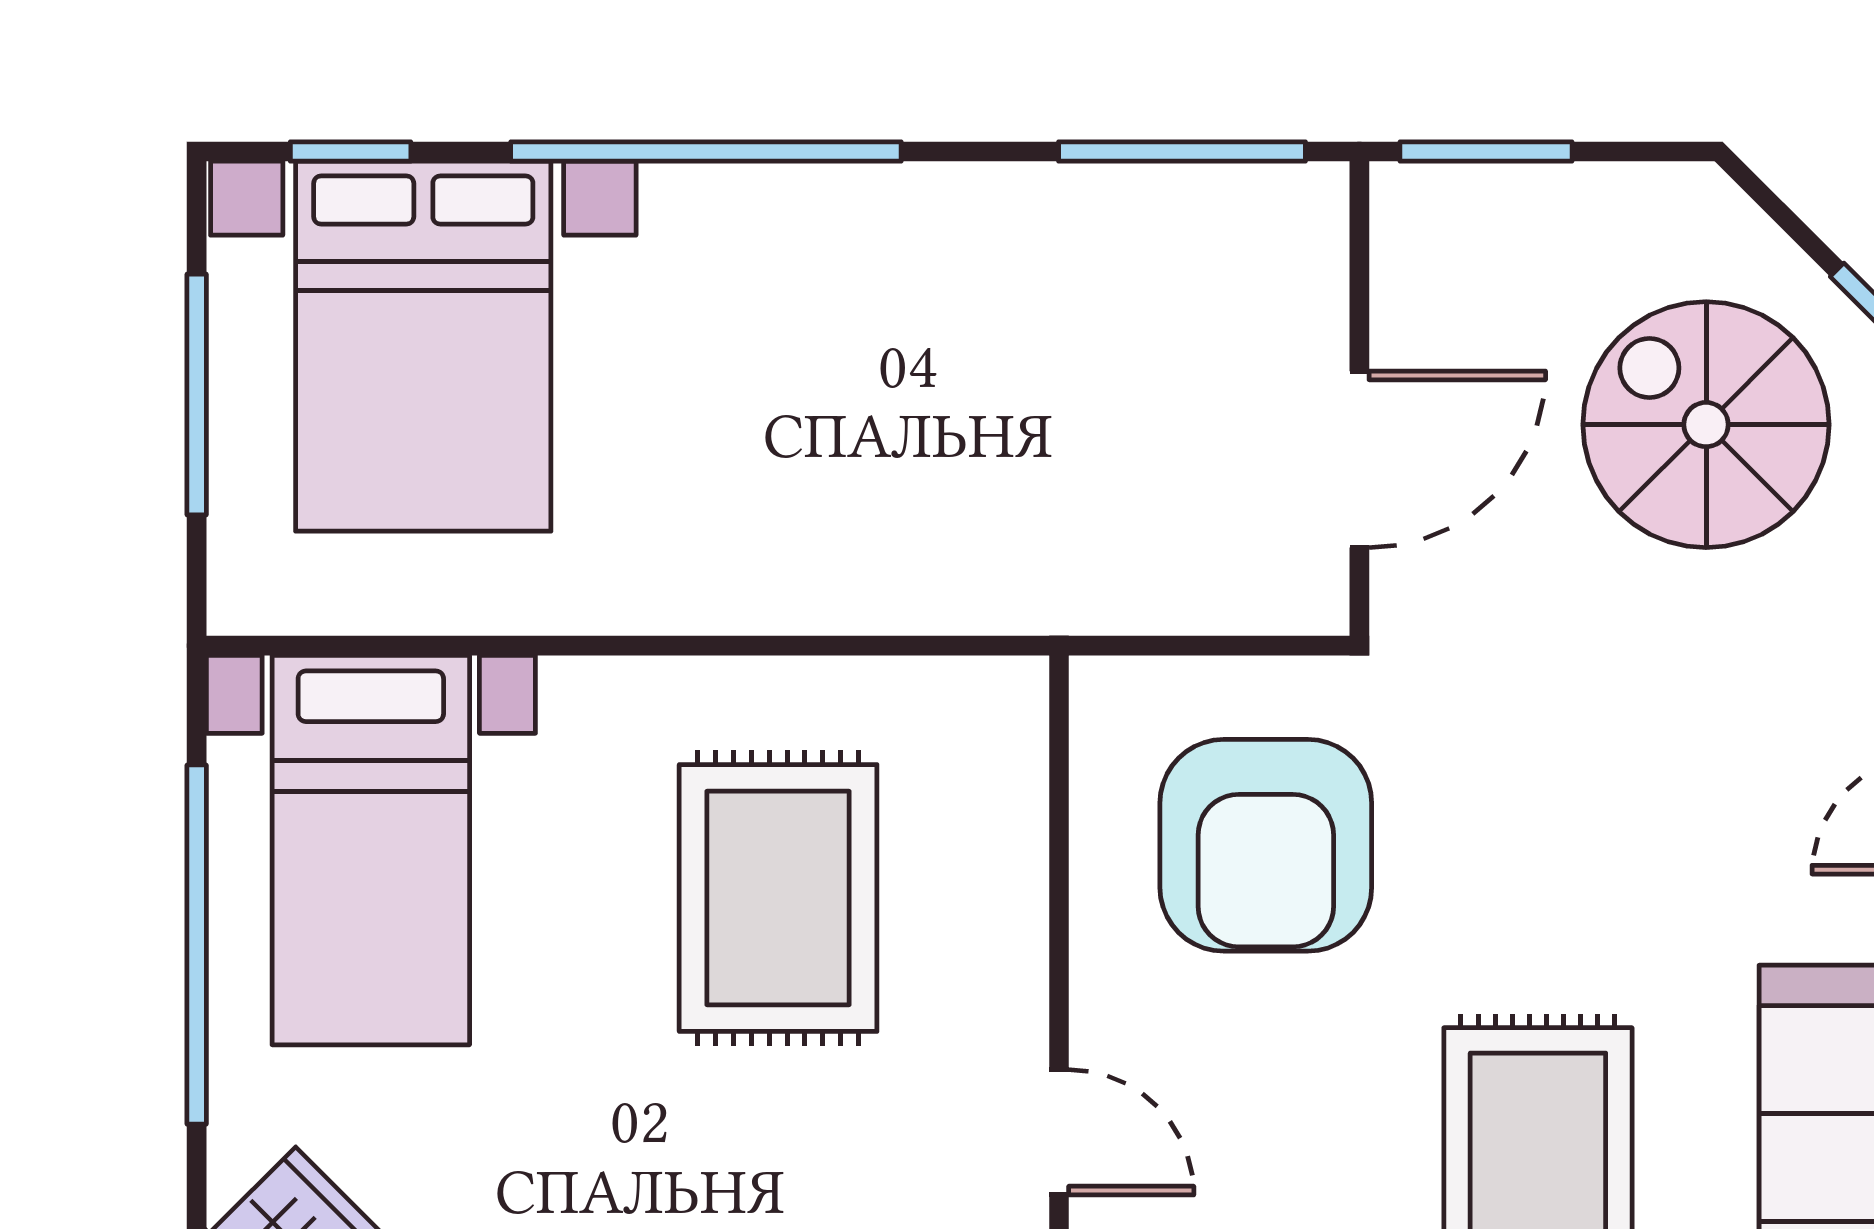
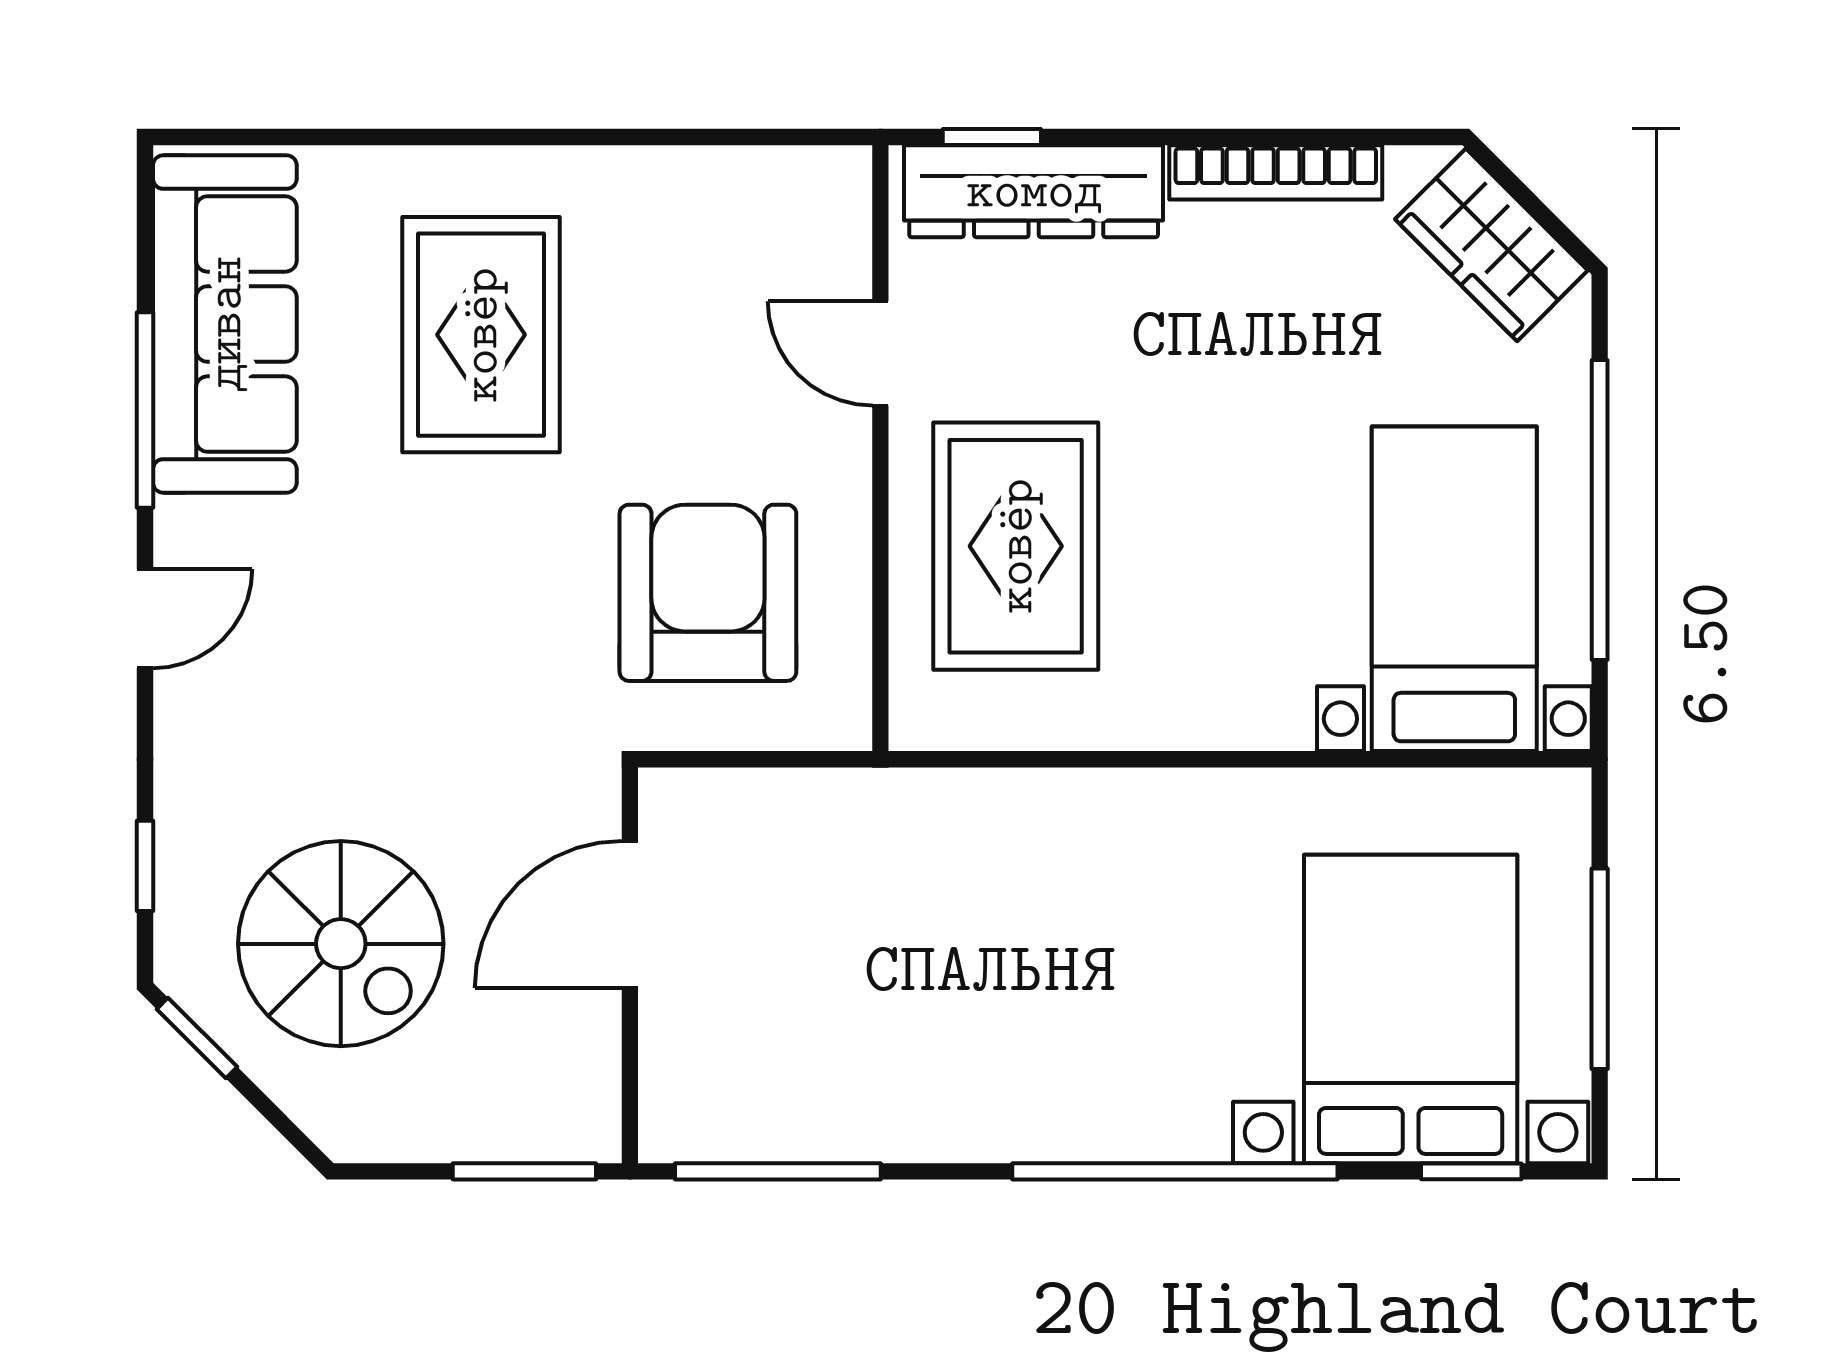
rug: (778, 898) -> (1016, 546), moved

